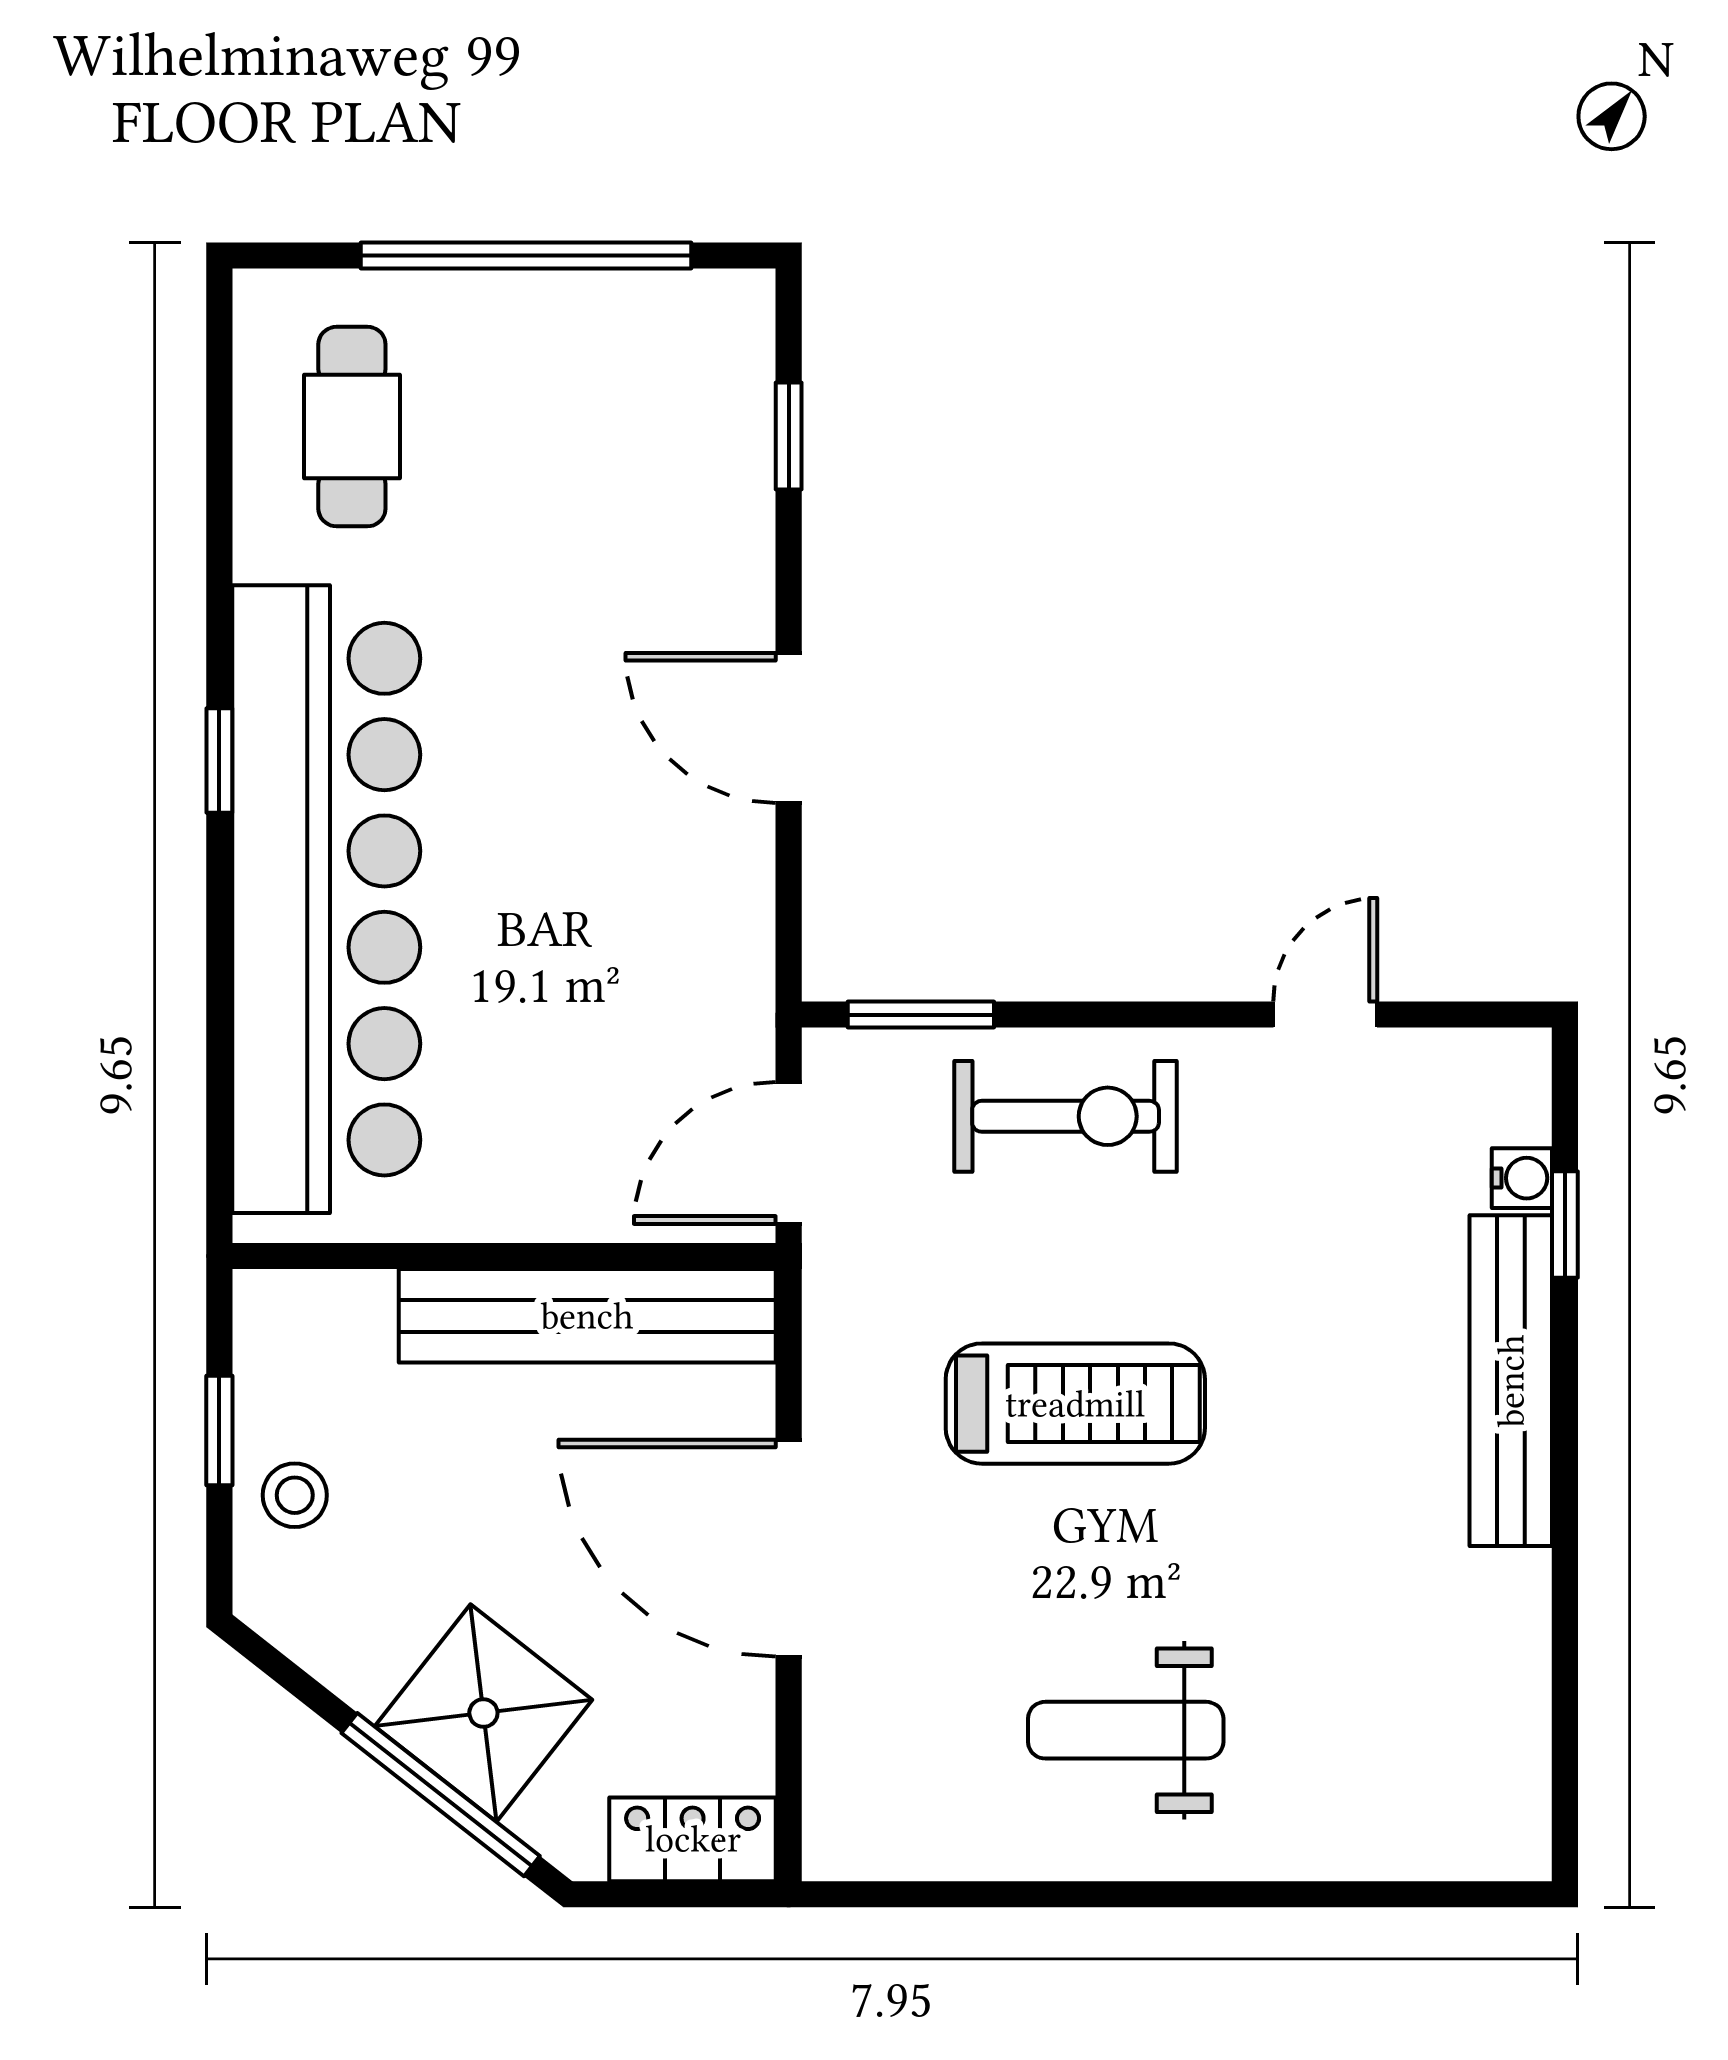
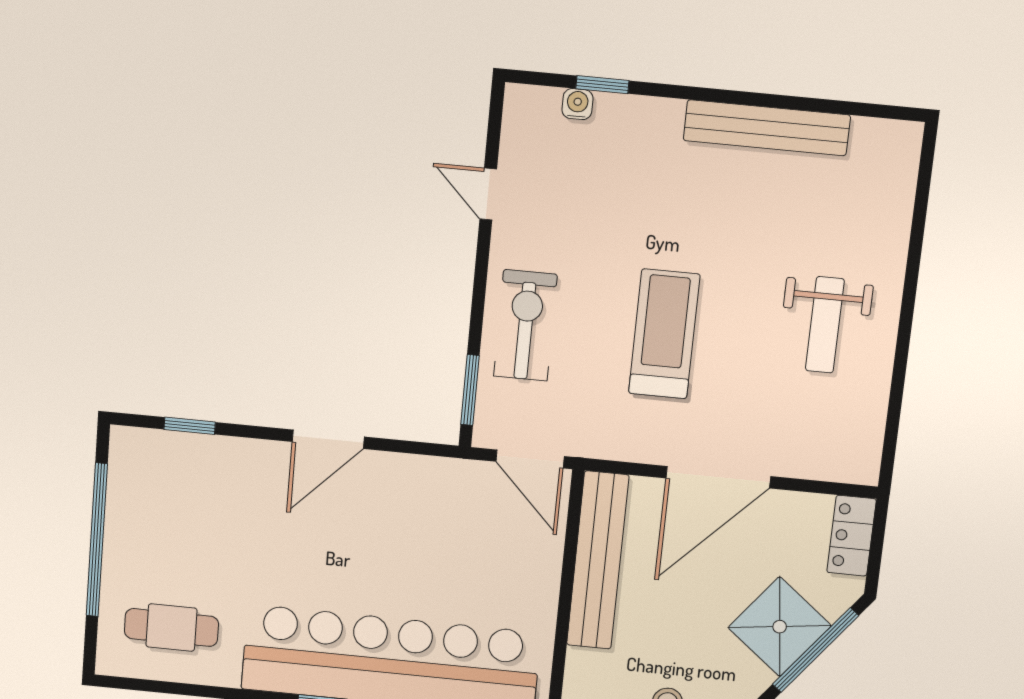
bench: (1511, 1381) -> (767, 128), moved

